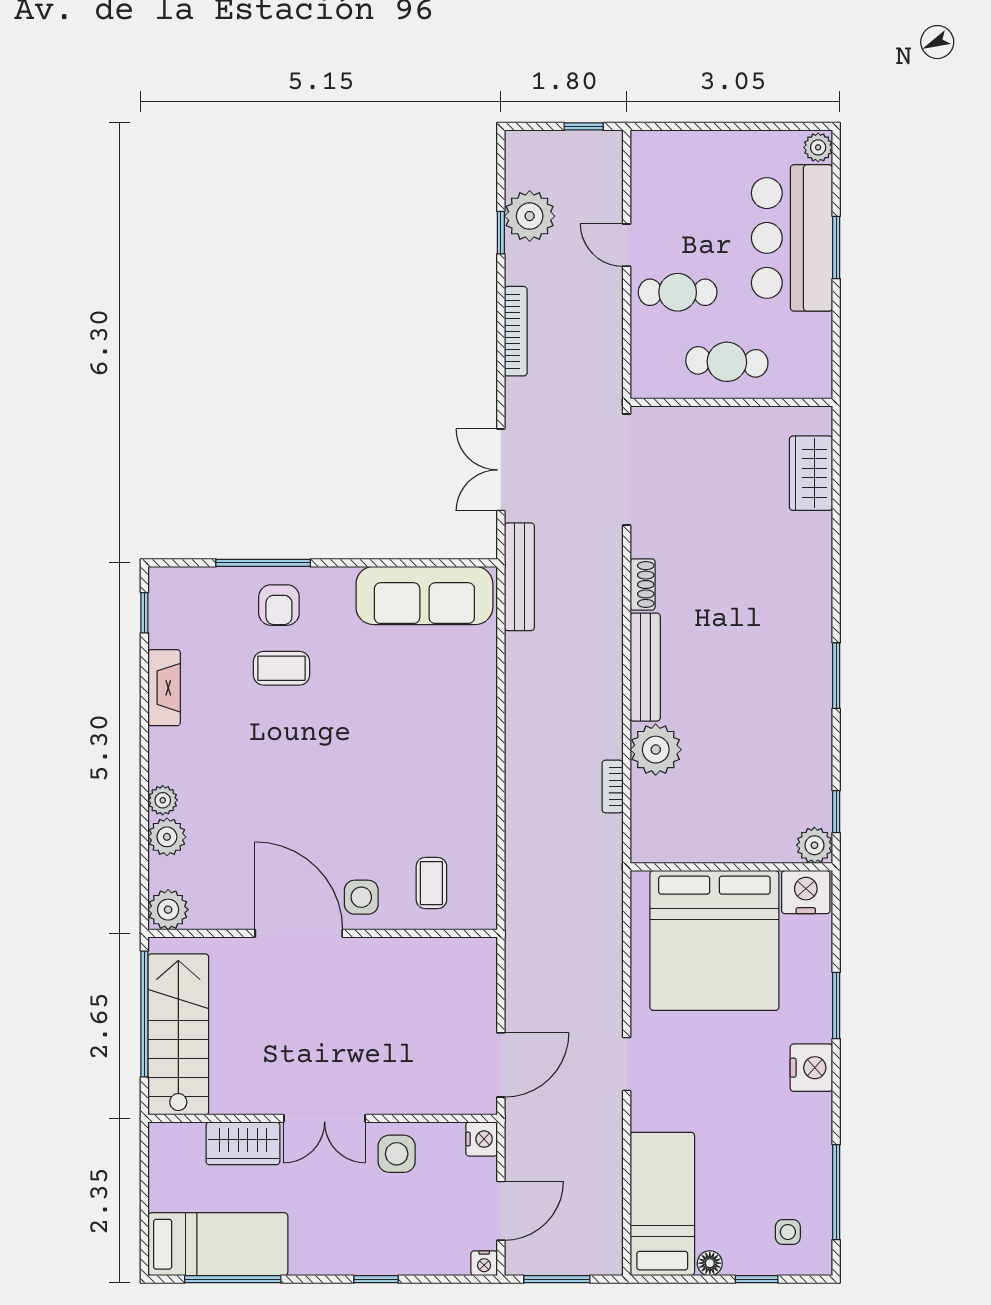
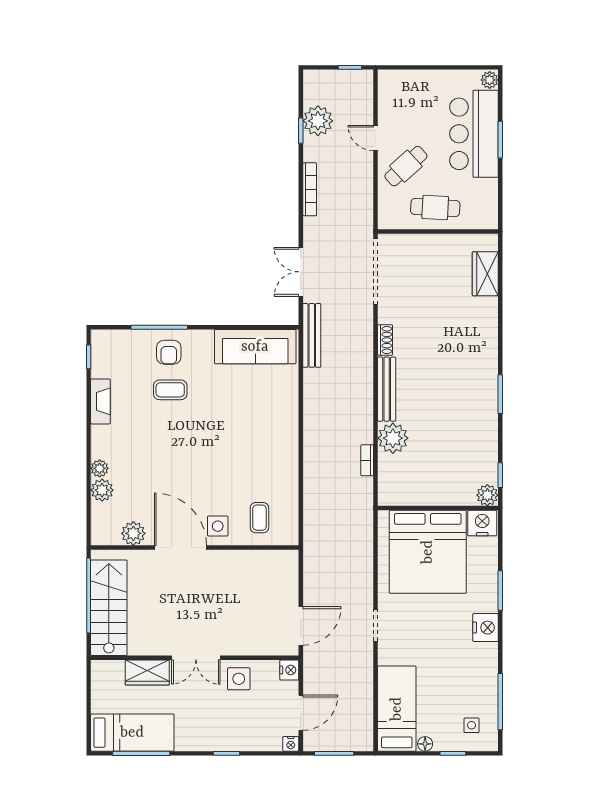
cafe table: (678, 292) -> (406, 166), turned -42
plant: (168, 910) -> (133, 533), moved

